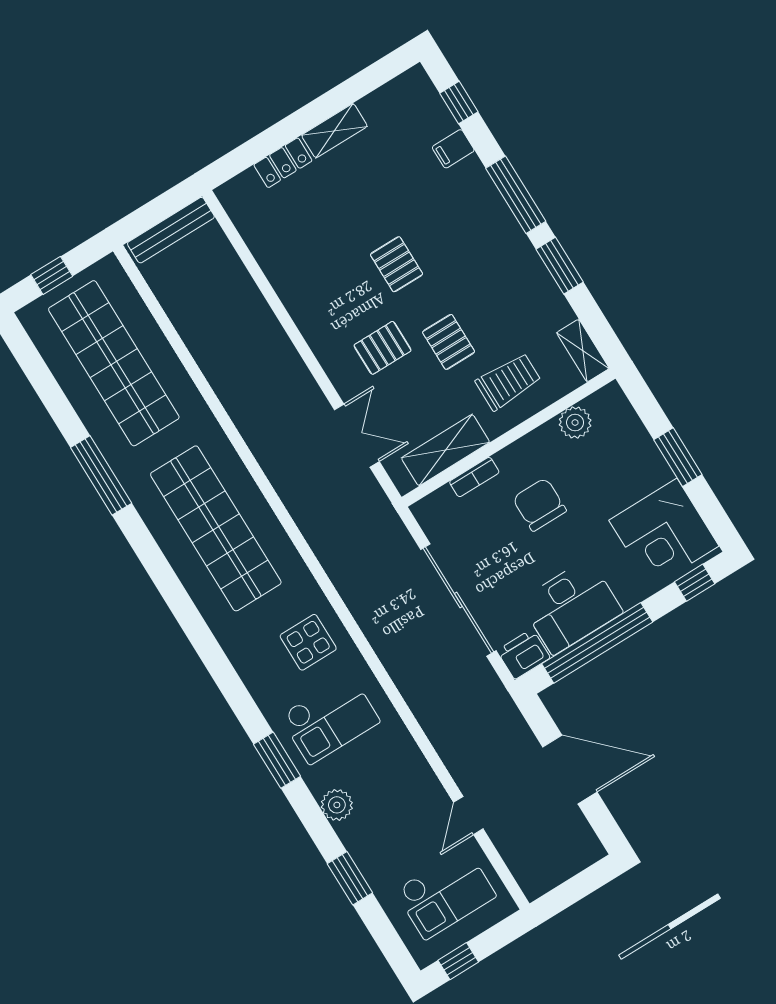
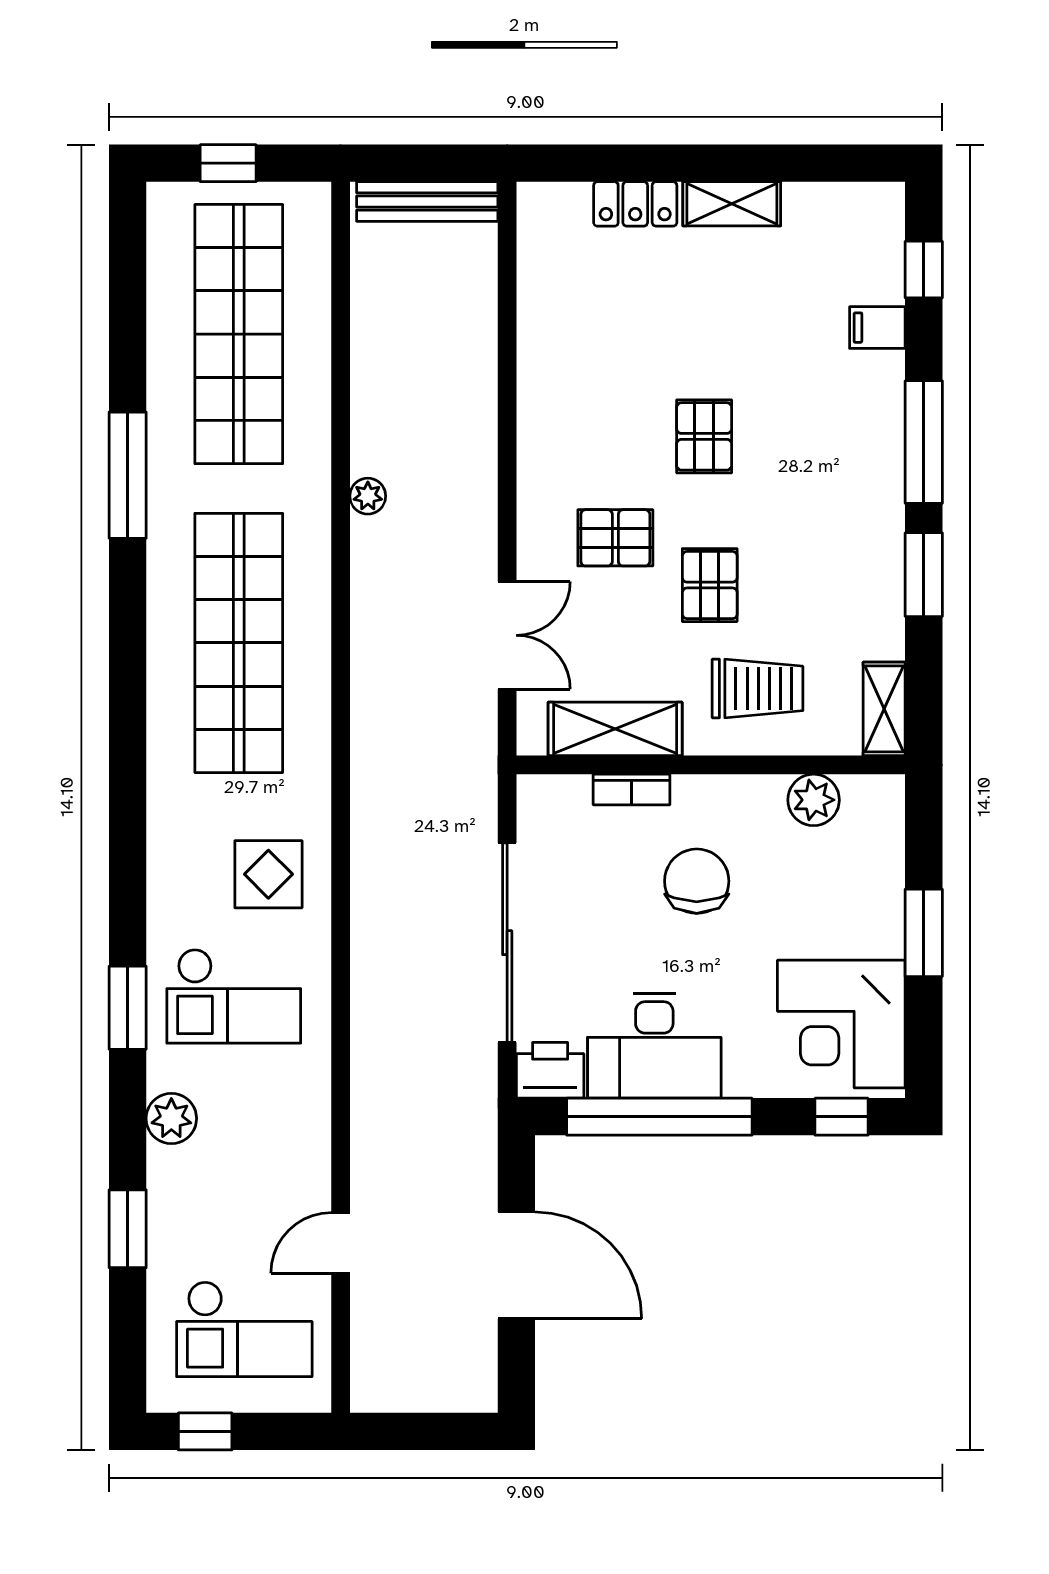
plant: (236, 407) -> (368, 496), added

